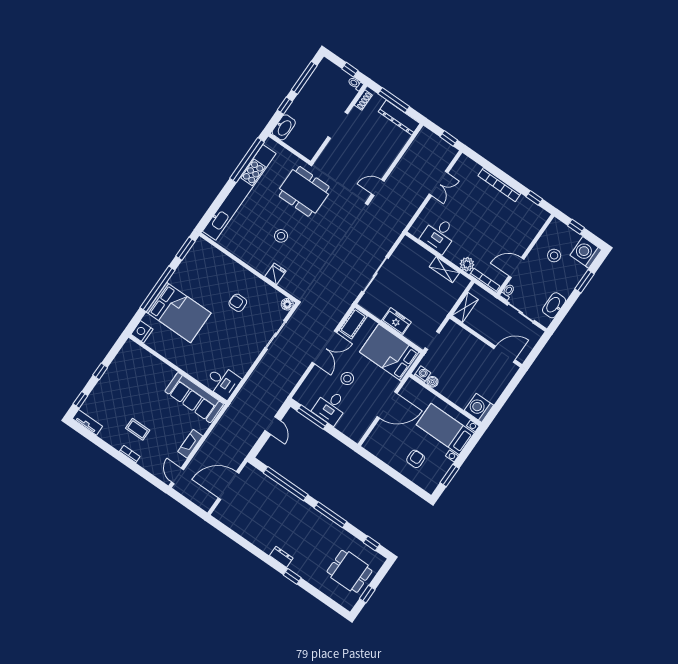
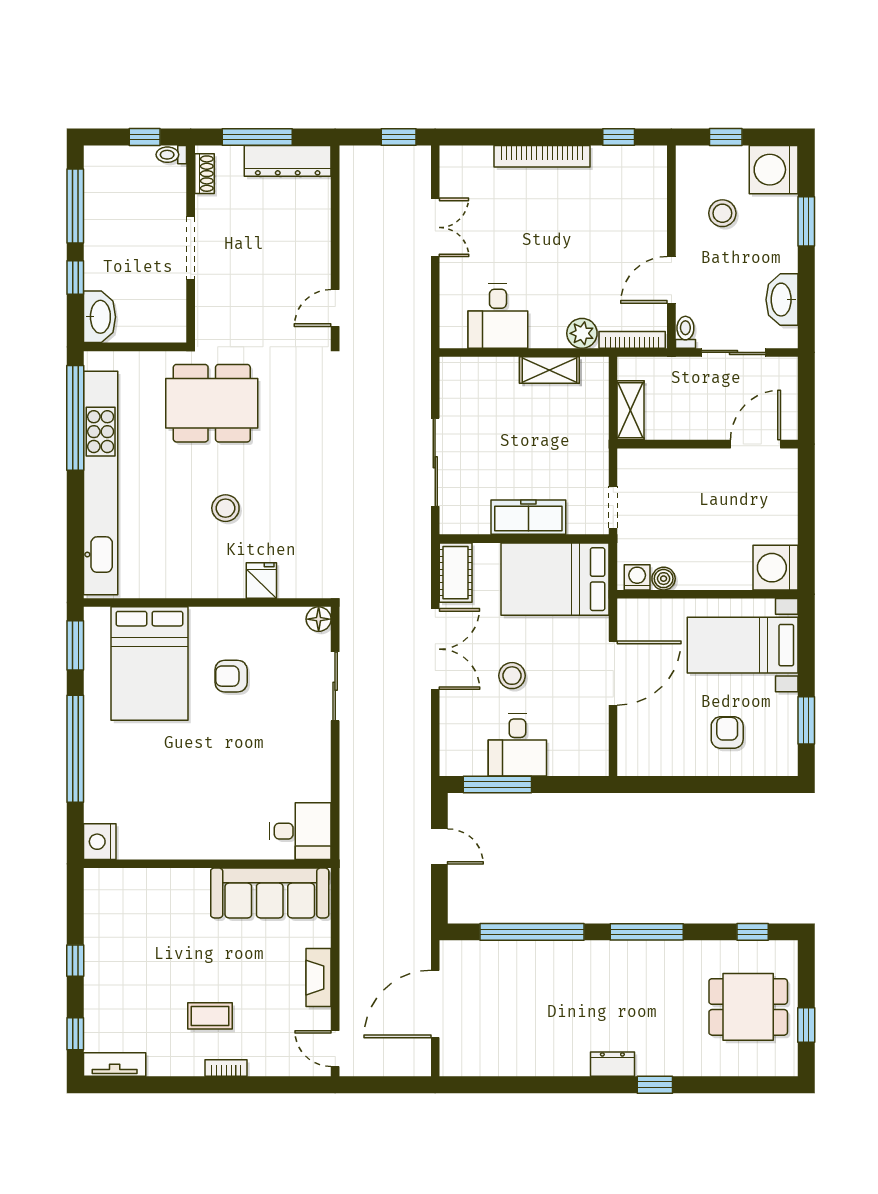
bed: (179, 313) -> (149, 664), moved, turned 90
freezer: (396, 321) -> (528, 517), width x1.40

